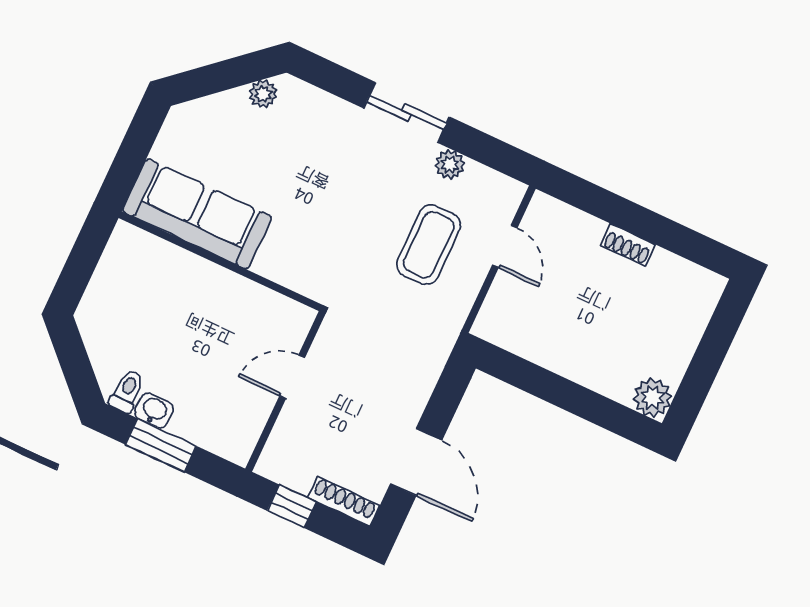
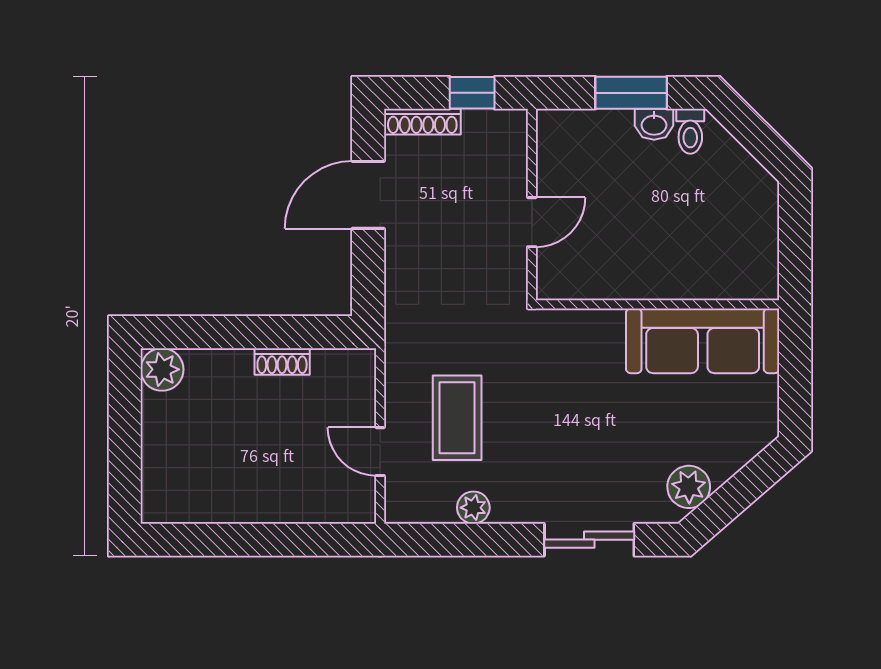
plant: (263, 94) -> (689, 487), width x1.38, depth x1.38
sliding door: (407, 112) -> (589, 540), moved
shoe rack: (628, 245) -> (282, 362), moved, turned 180
door: (416, 462) -> (368, 195), hinge flipped

